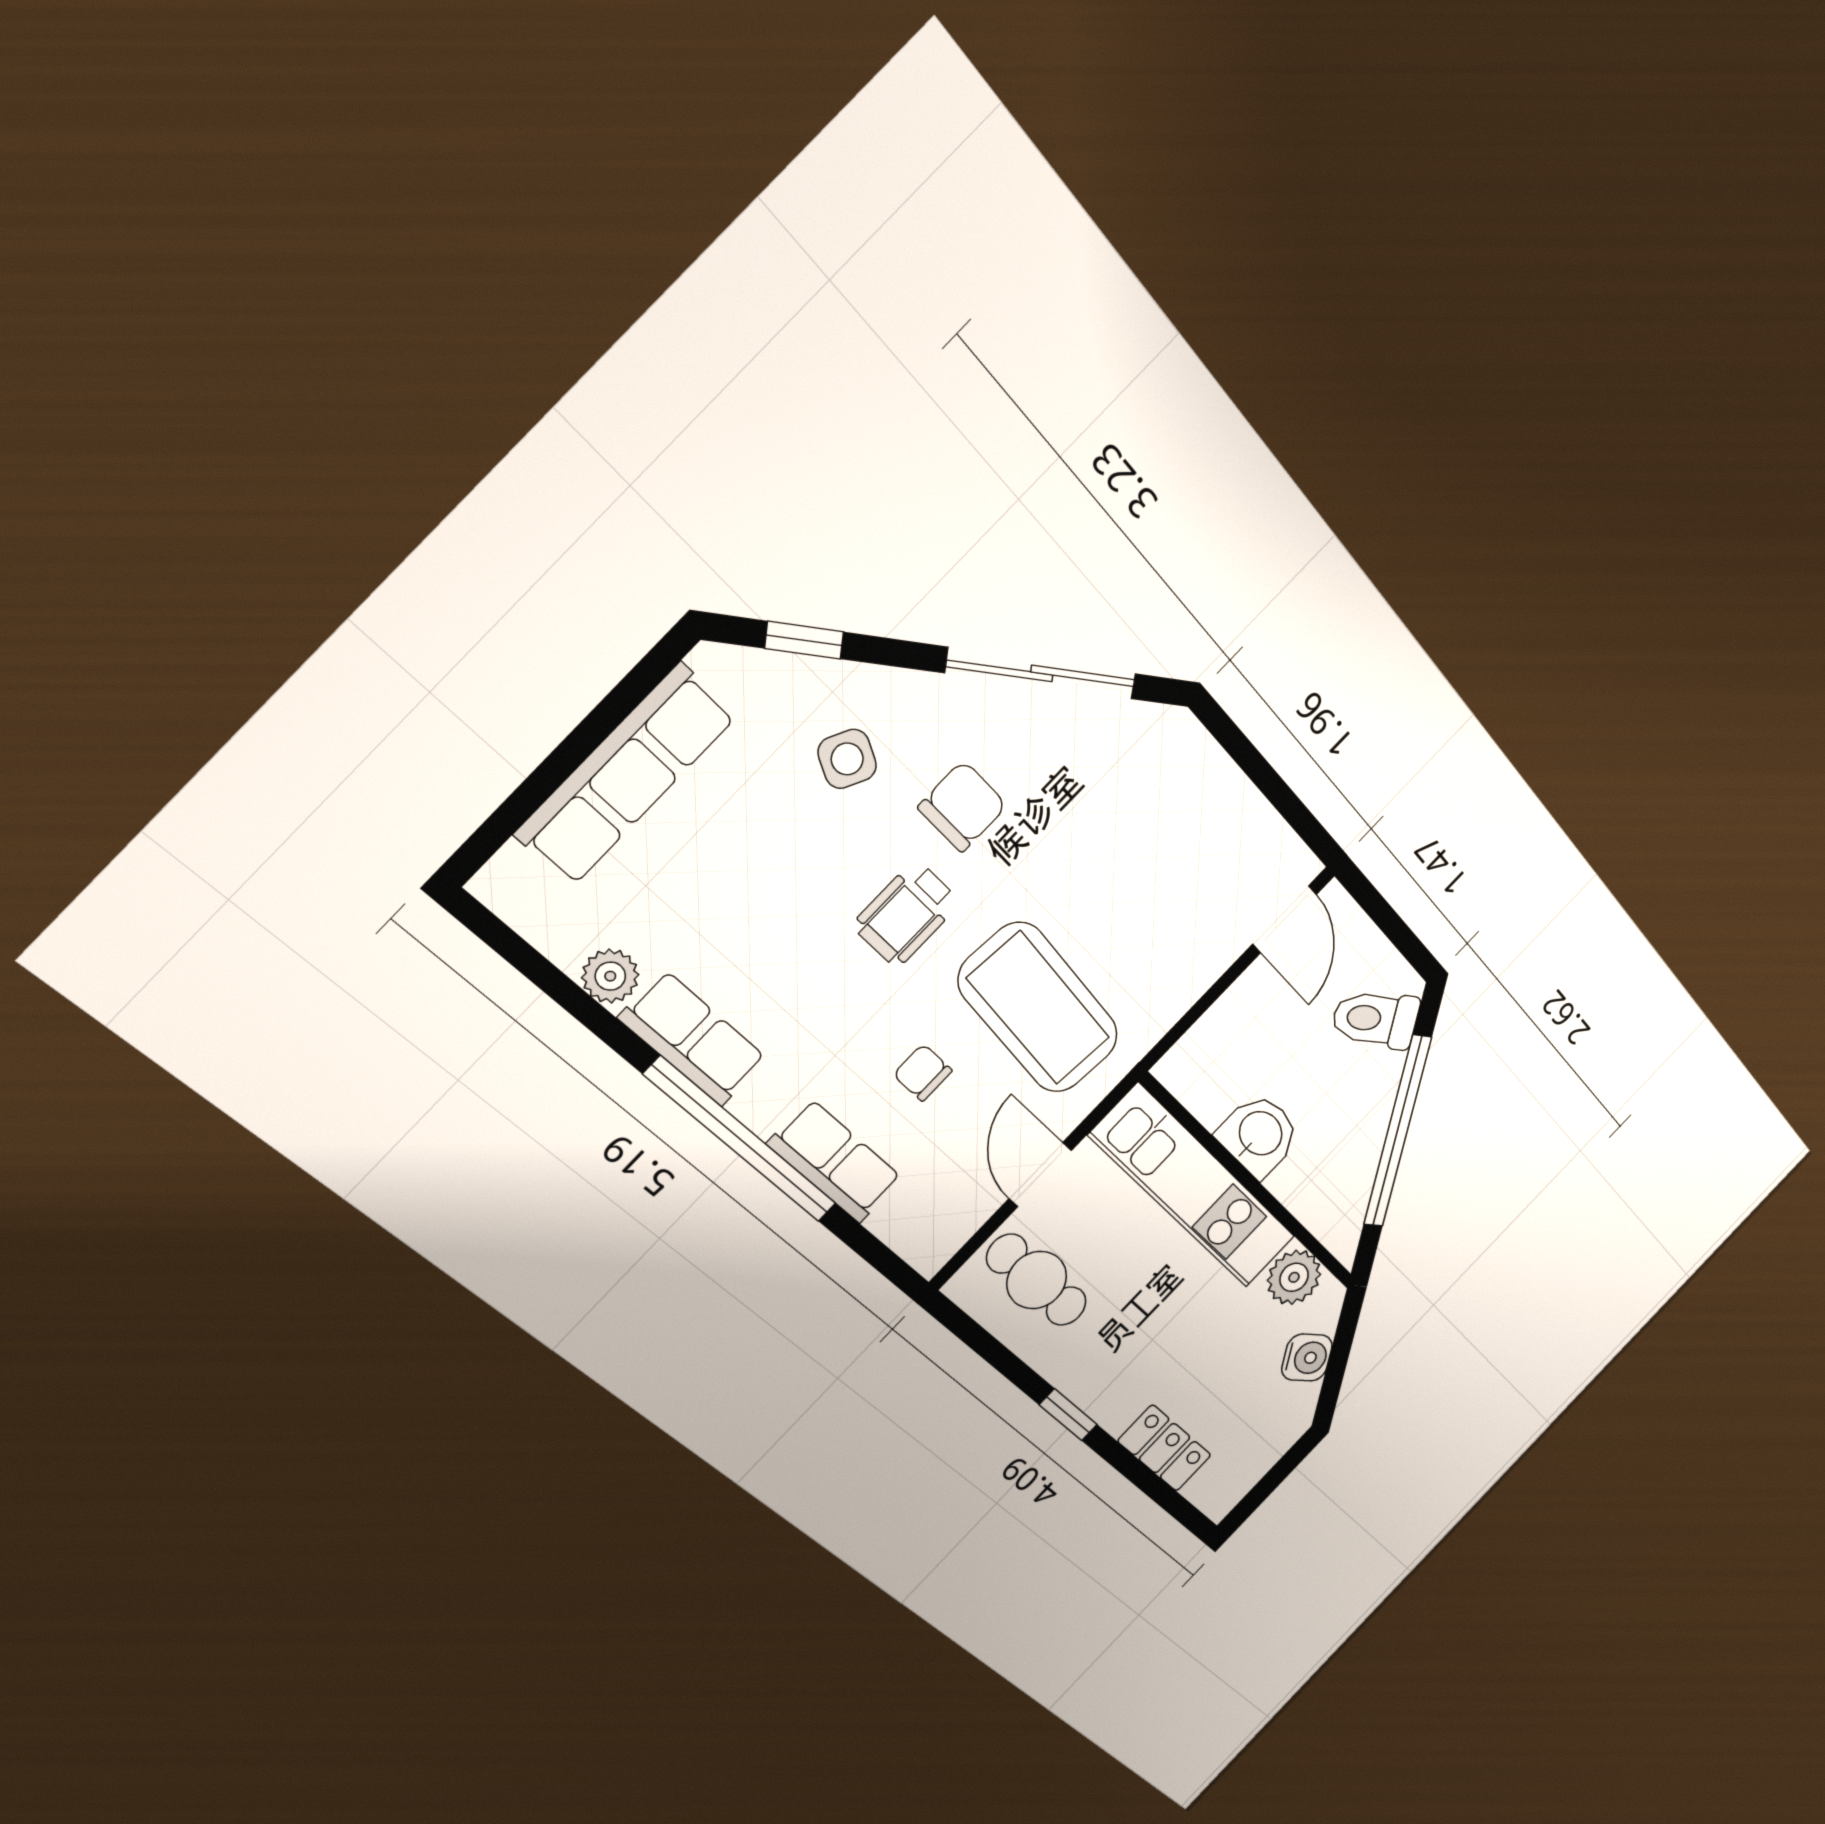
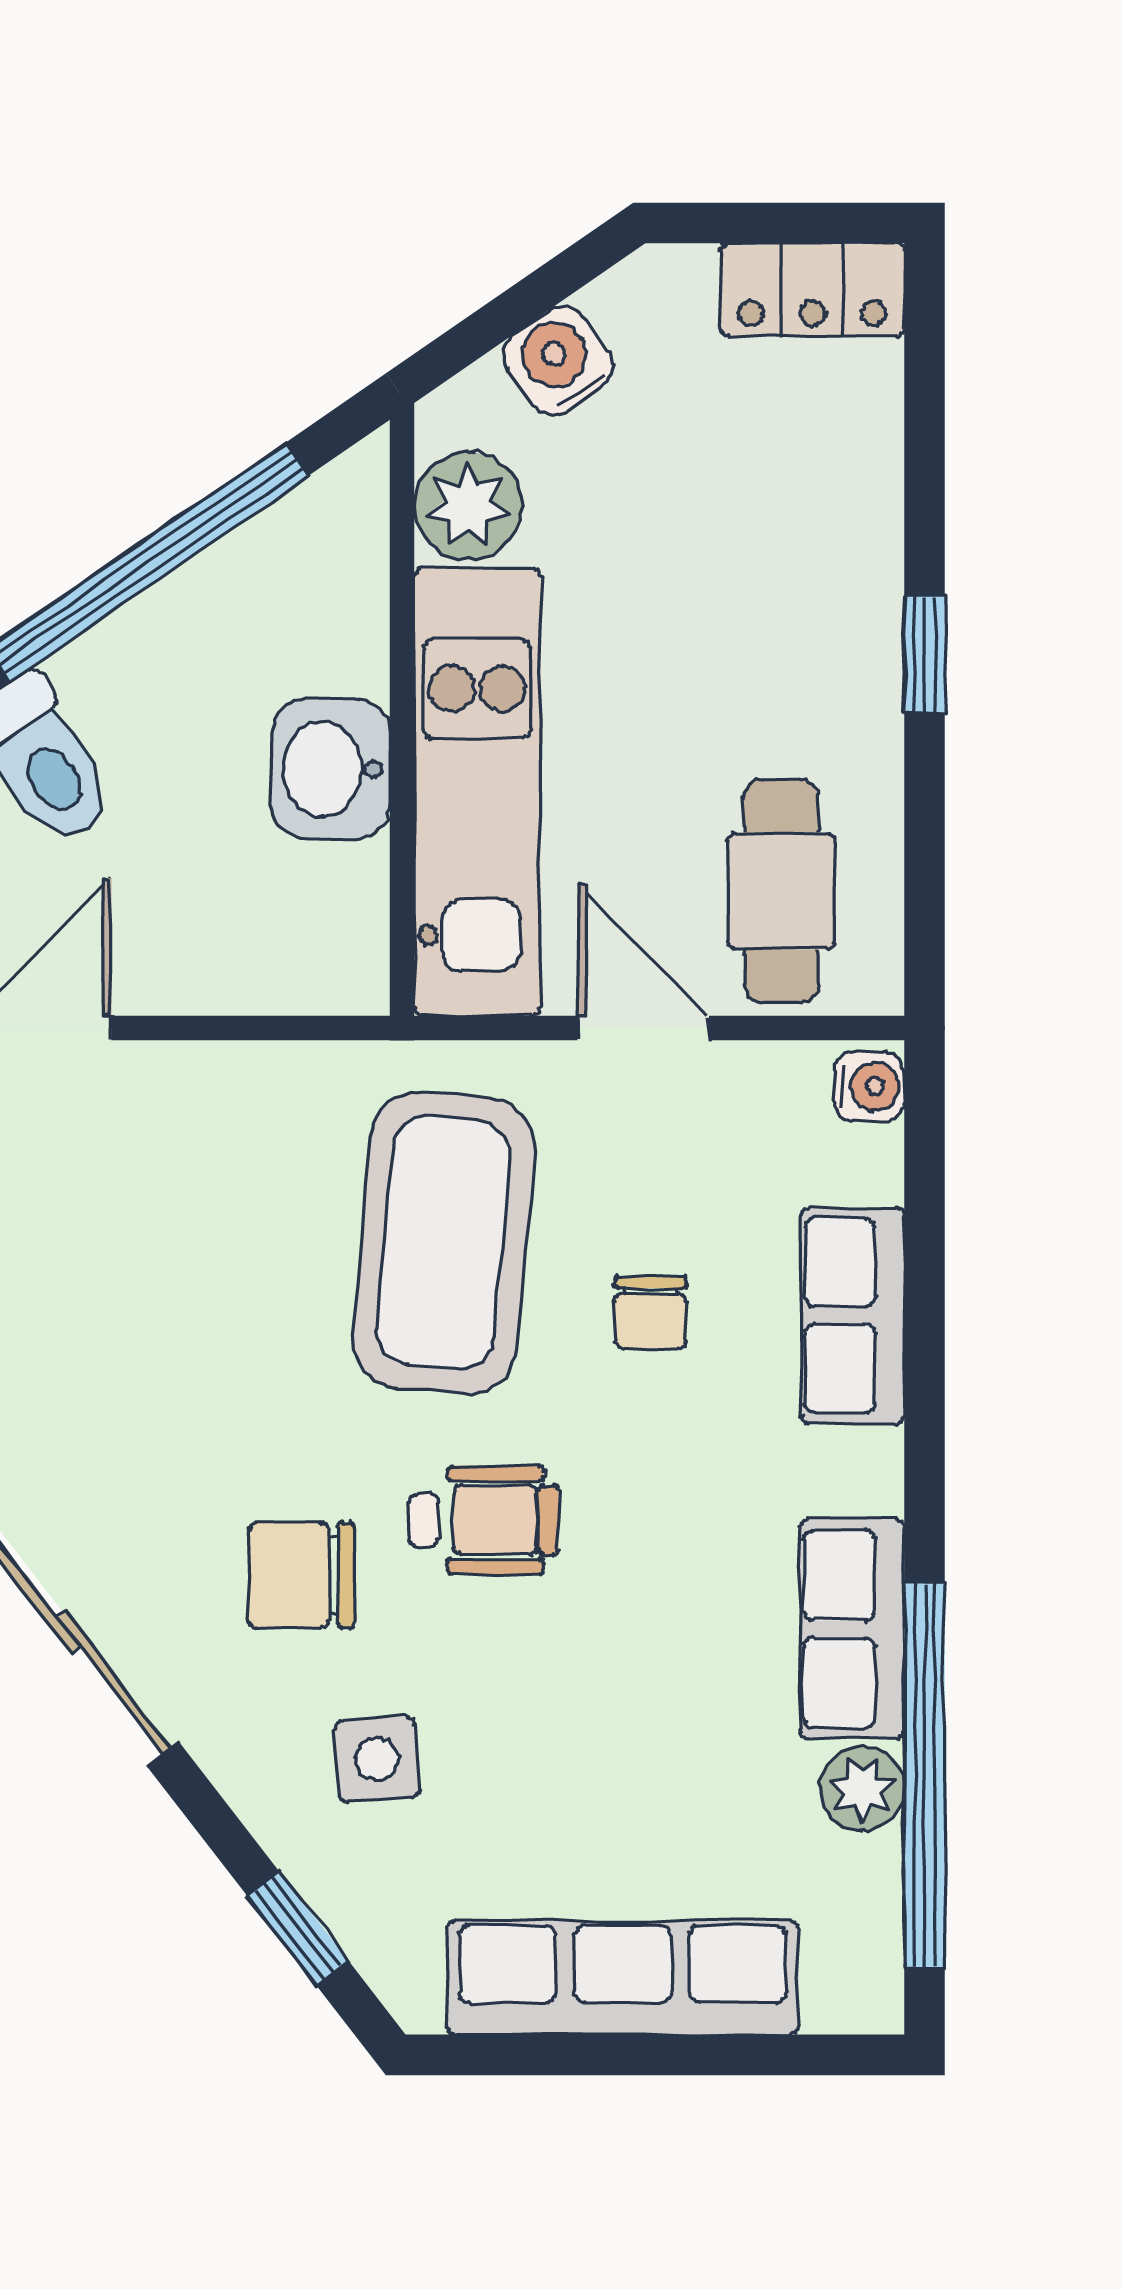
side table: (847, 759) -> (377, 1759), turned -30
window: (742, 1140) -> (925, 1775), moved
door: (1040, 1175) -> (643, 1028), swing flipped
water cooler: (924, 1251) -> (869, 1086), added
locker: (1165, 1448) -> (812, 290), moved, turned -90

